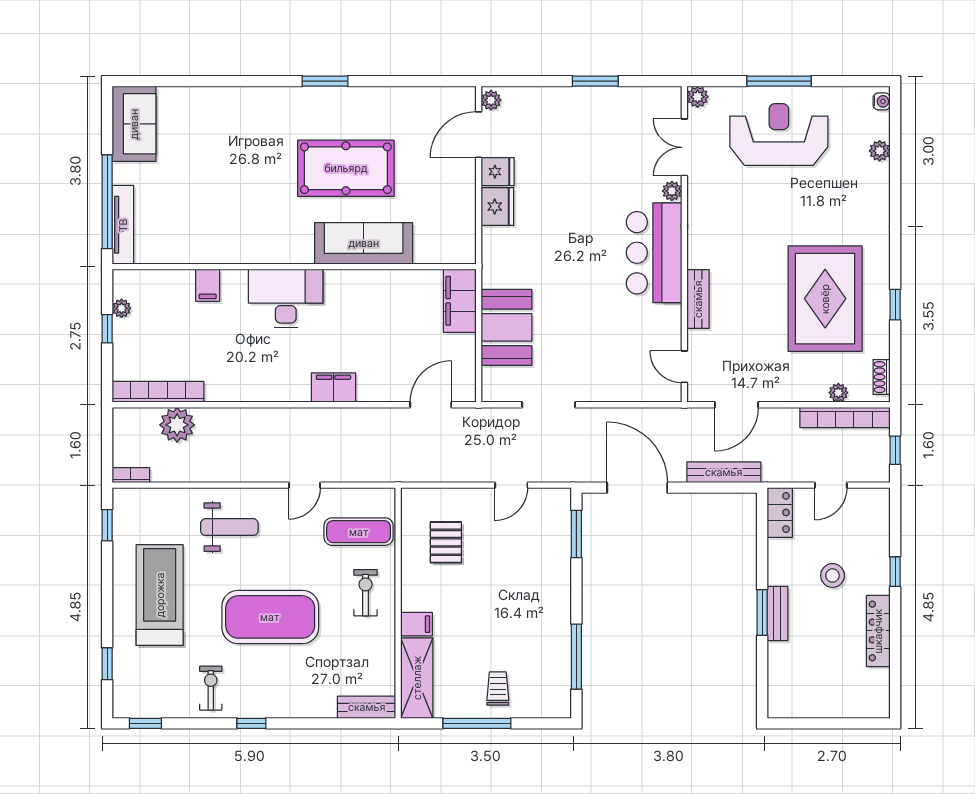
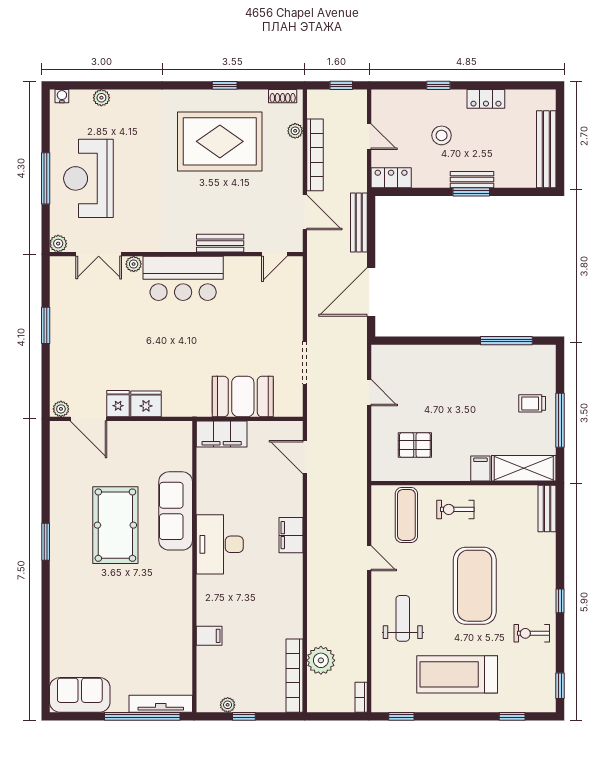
desk: (286, 298) -> (220, 544), moved
bookcase: (845, 417) -> (315, 155), moved
window: (576, 534) -> (408, 341), removed
locker: (878, 631) -> (486, 99), width x0.66
bench: (815, 706) -> (546, 149), added

